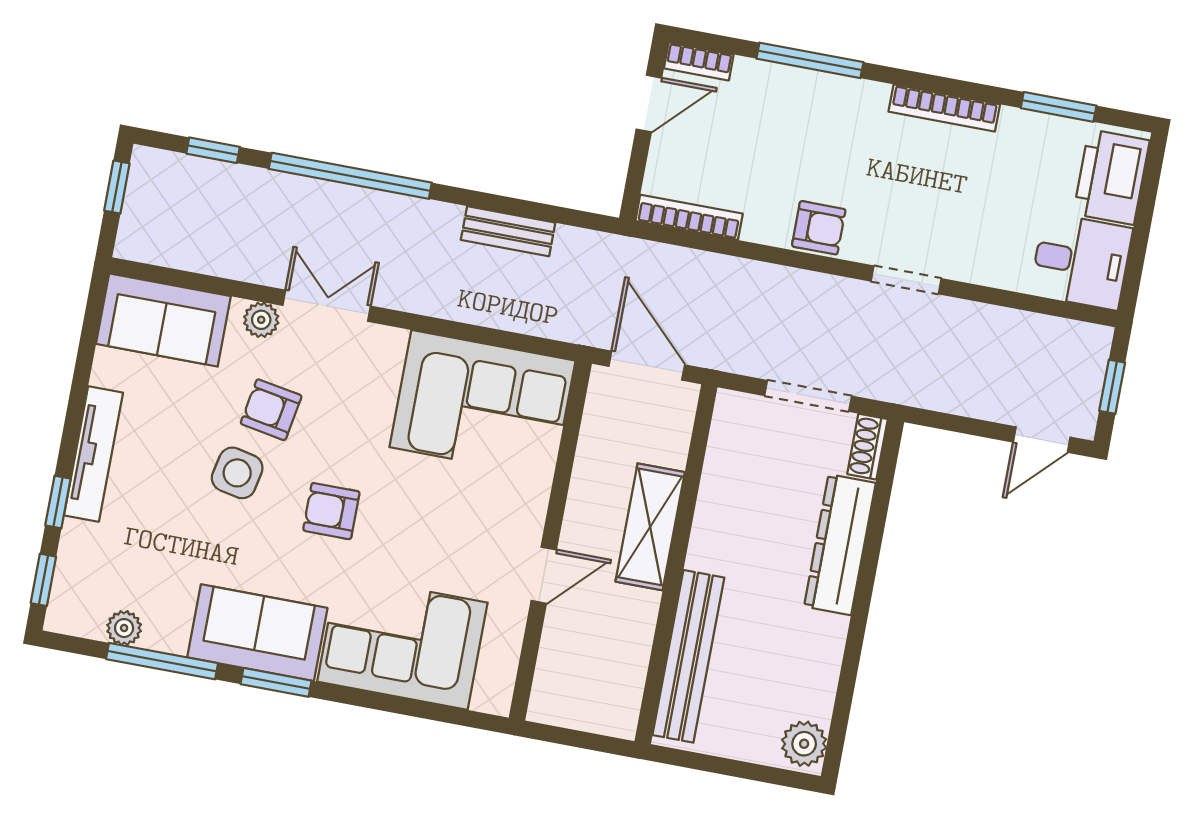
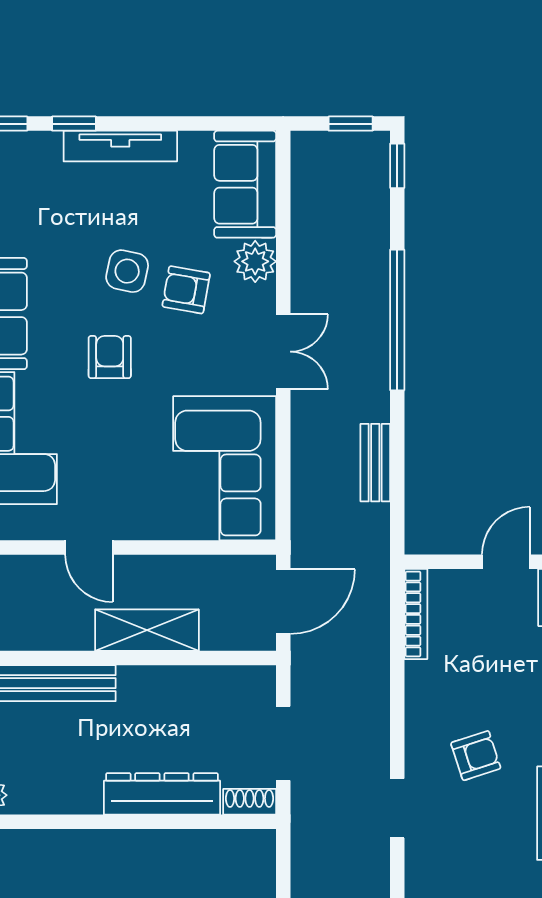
door: (649, 104) -> (506, 562), swing flipped
window: (213, 150) -> (397, 166), moved
armchair: (819, 228) -> (476, 756), moved, turned -108
double door: (327, 306) -> (283, 352), moved
plant: (261, 320) -> (255, 261), width x1.38, depth x1.38
armchair: (271, 410) -> (186, 290), turned -90

